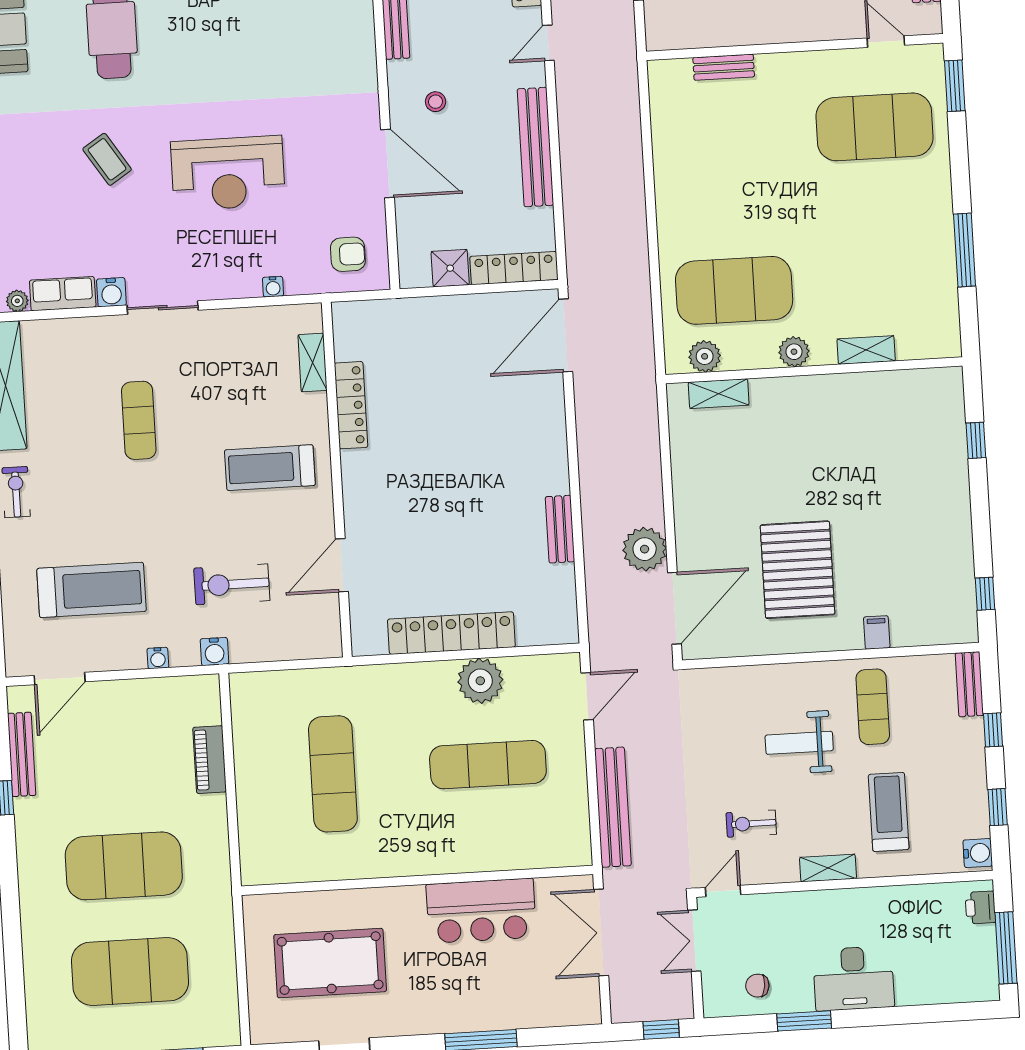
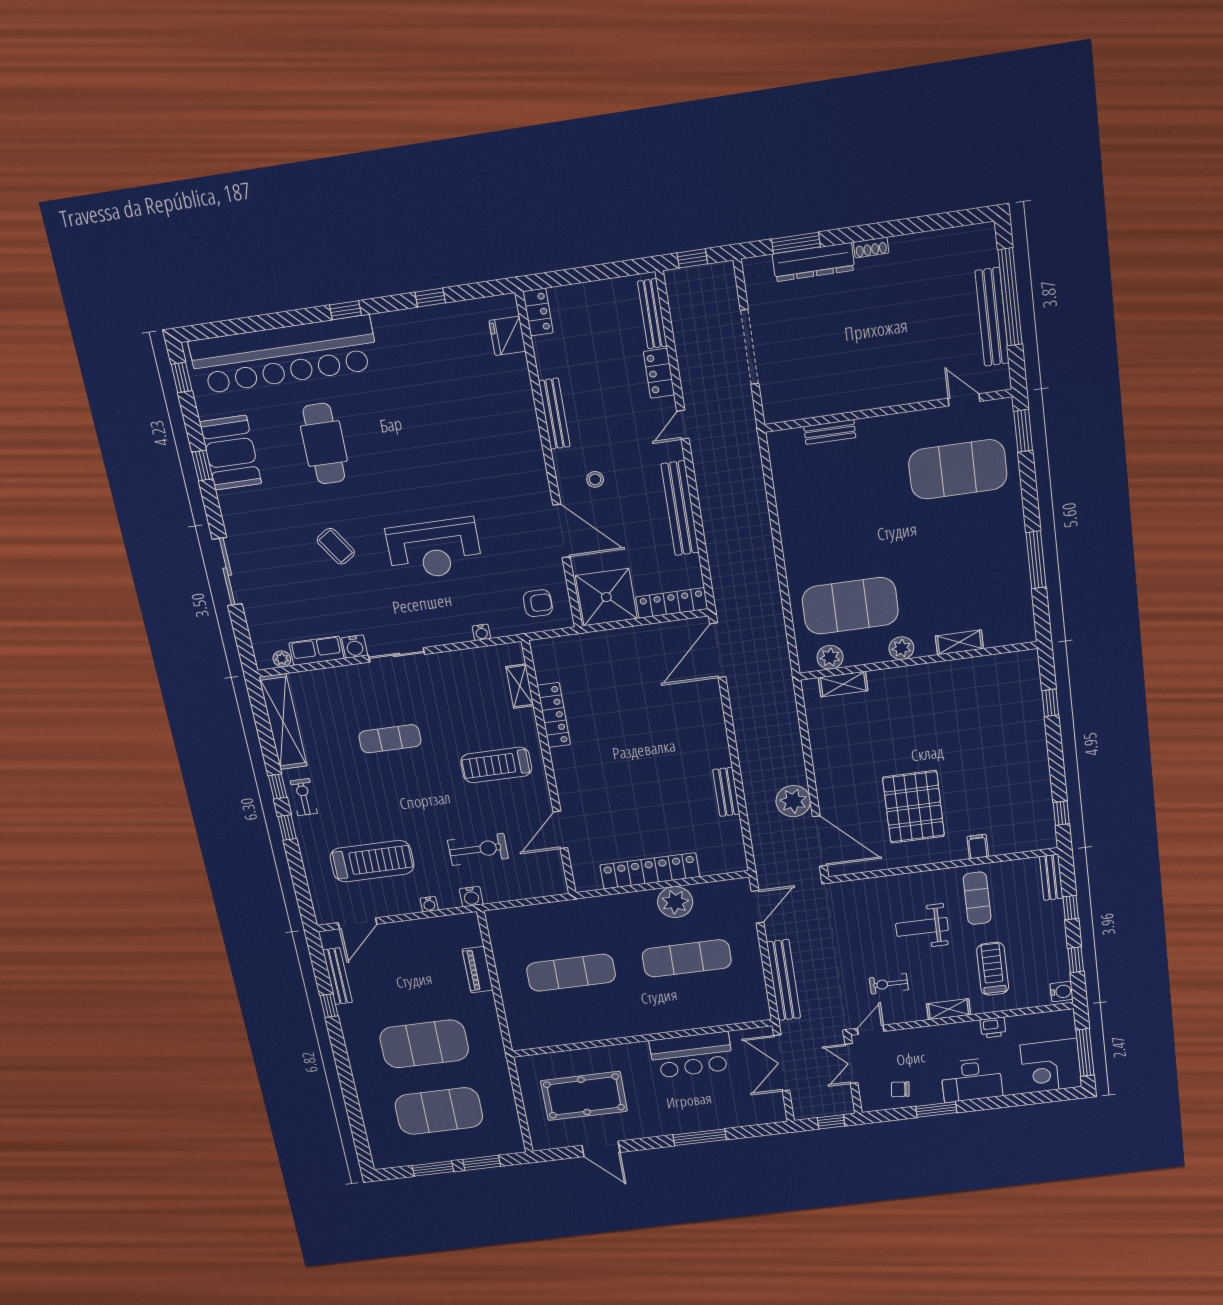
shower: (450, 268) -> (606, 597), width x1.86, depth x1.86
exercise mat: (139, 420) -> (390, 739), turned 90
exercise bike: (232, 584) -> (478, 849), turned 180
door: (675, 608) -> (820, 841), hinge flipped
exercise mat: (333, 774) -> (571, 973), turned 90
printer: (980, 907) -> (993, 1028), moved, turned -90
corner desk: (960, 965) -> (1051, 1066), added

